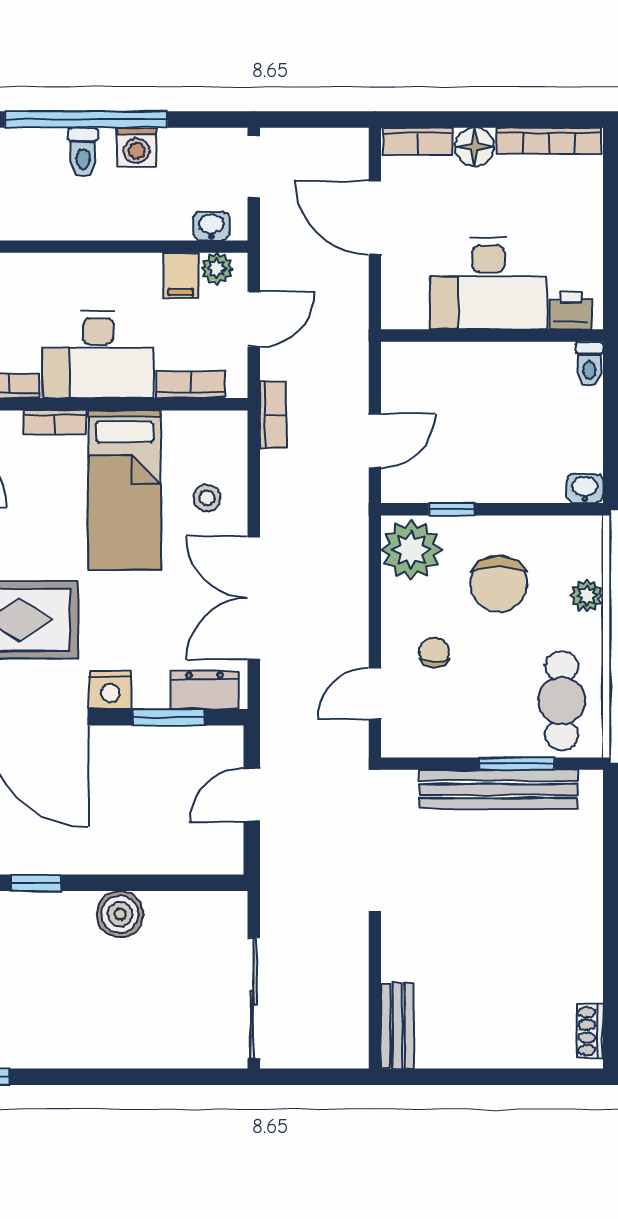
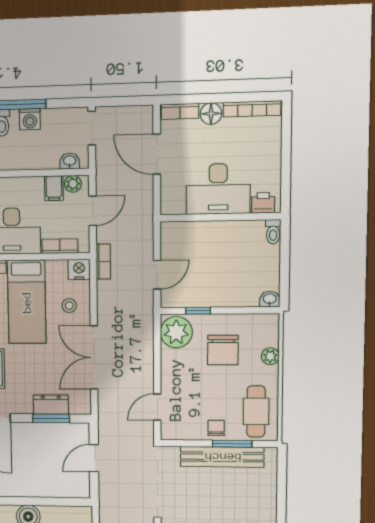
chair: (434, 652) -> (216, 428), moved
nightstand: (110, 690) -> (79, 270), moved, turned 180
dresser: (205, 690) -> (51, 405), moved

